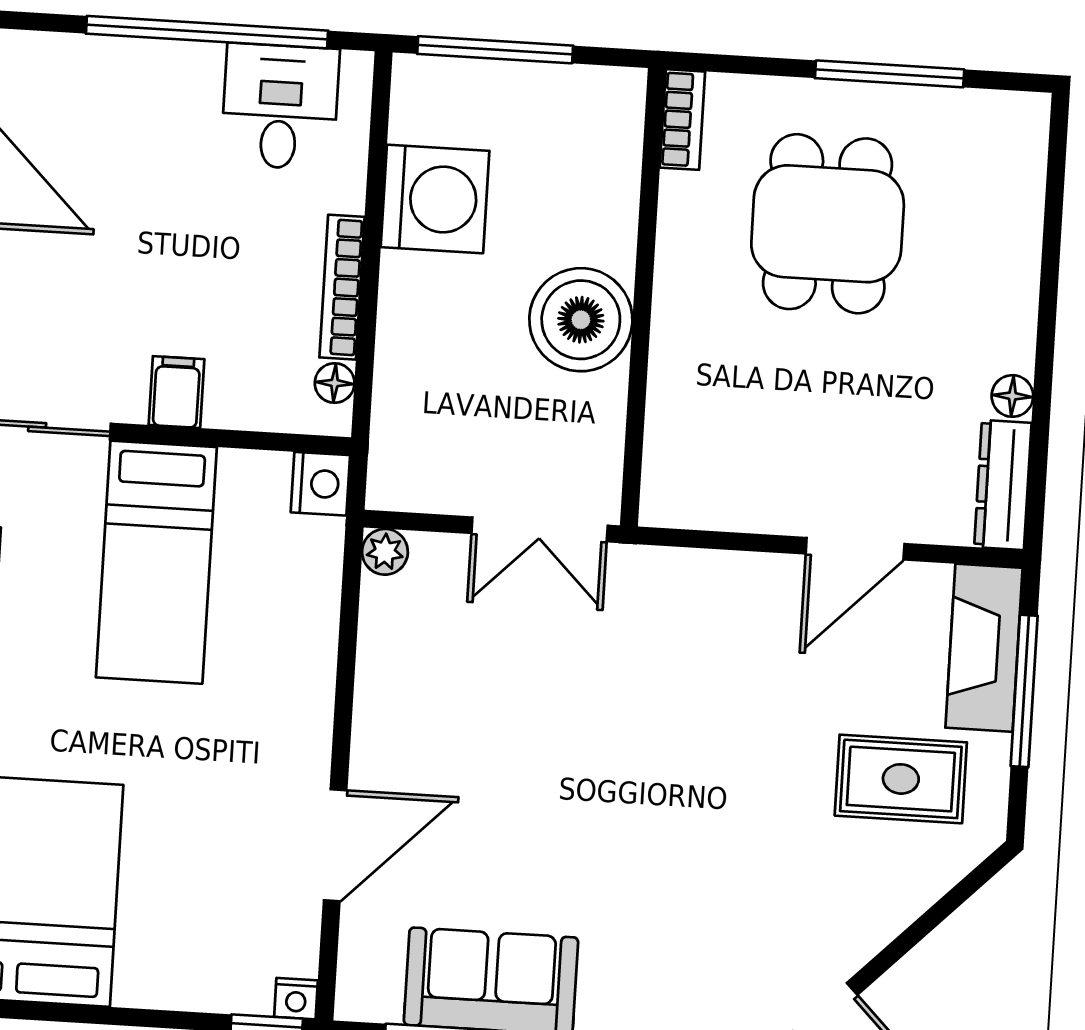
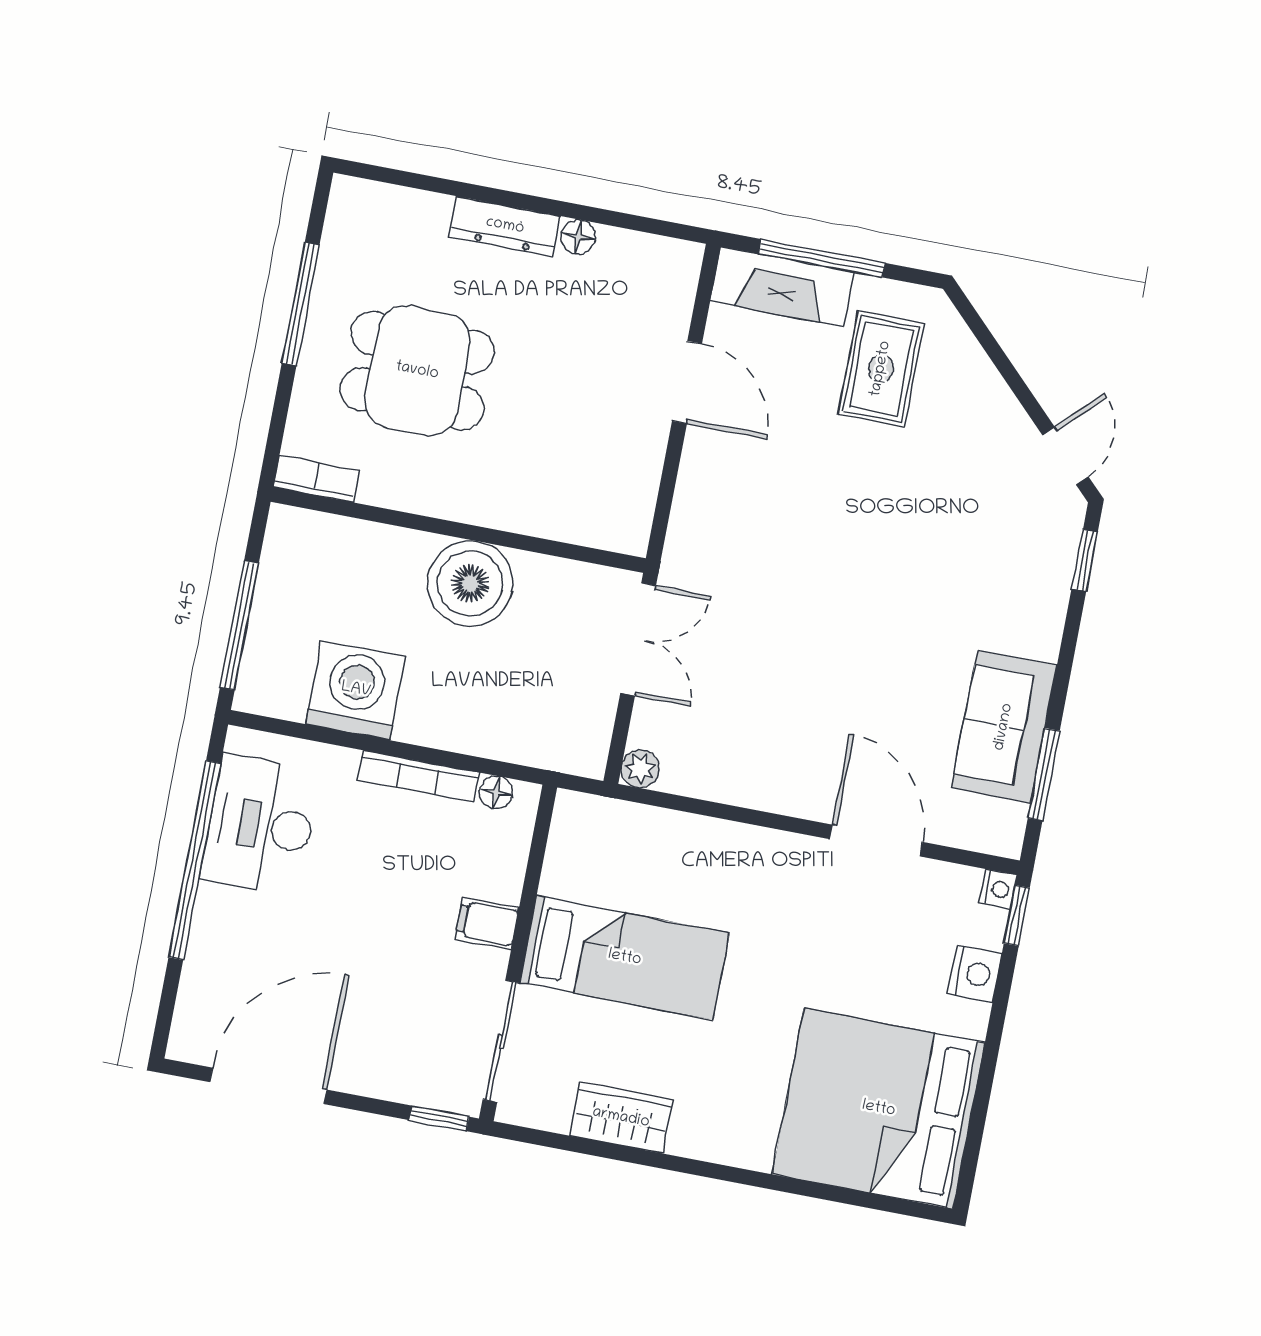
desk: (280, 107) -> (260, 825), width x1.37
nightstand: (320, 484) -> (975, 974), moved, turned 90
dresser: (1003, 485) -> (505, 226), moved

